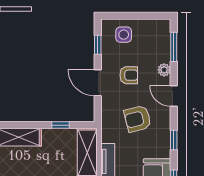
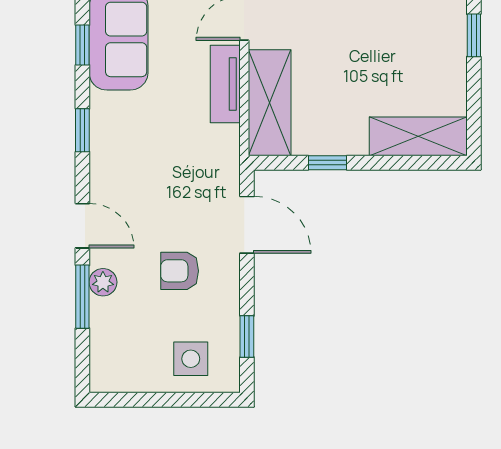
window: (174, 47) -> (82, 297), moved
door: (98, 83) -> (247, 225), moved
armchair: (138, 119) -> (161, 176), removed

